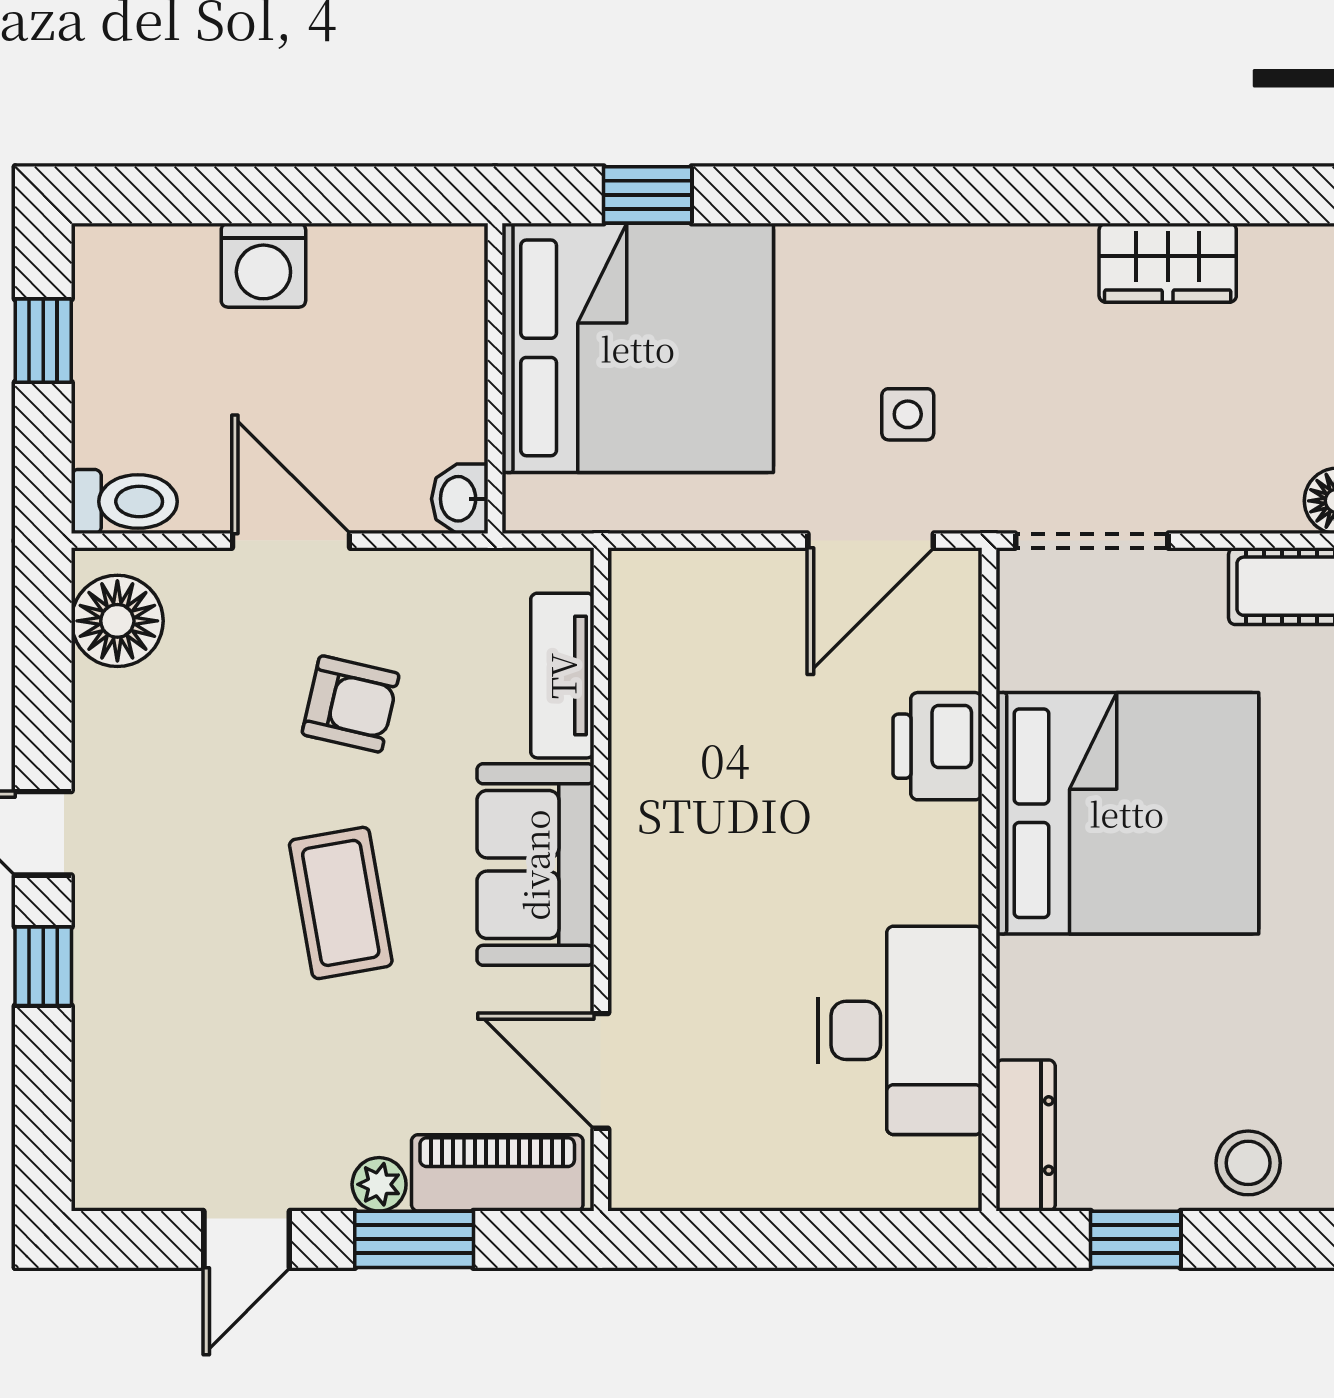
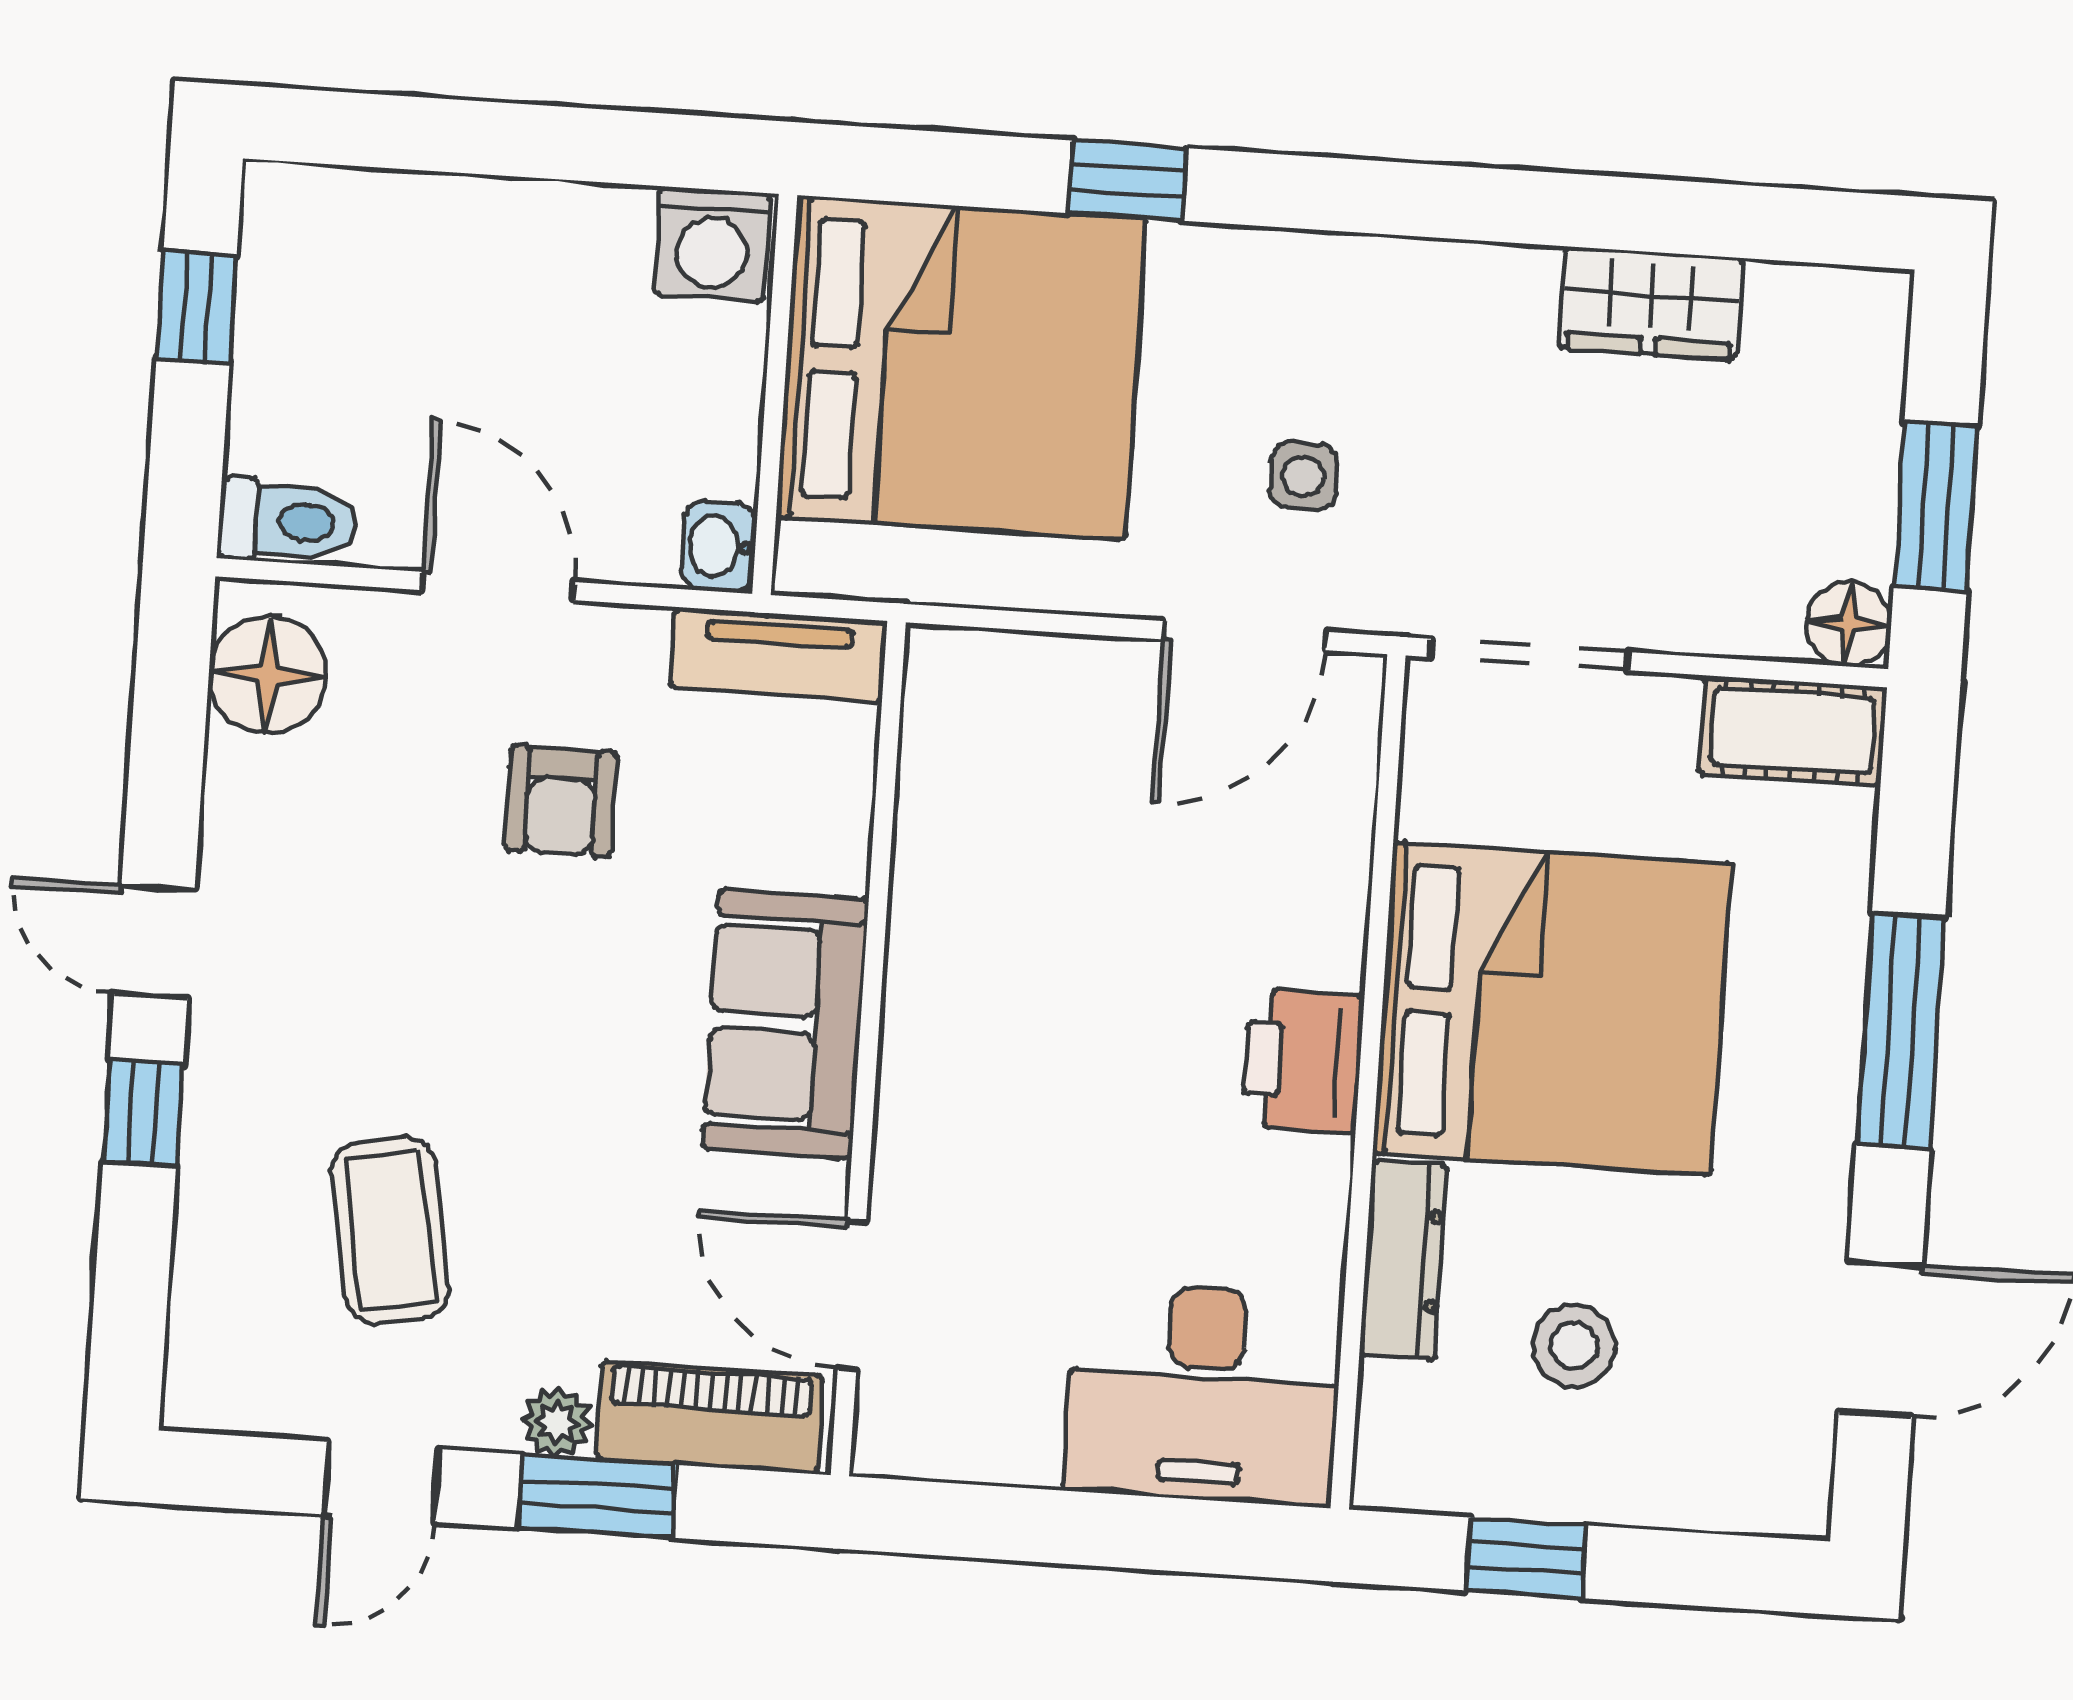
window: (648, 195) -> (1127, 181), moved
washing machine: (263, 265) -> (712, 244), moved
tv unit: (562, 676) -> (779, 655), moved, turned -90
armchair: (351, 704) -> (561, 801), turned 77
printer: (938, 746) -> (1303, 1061), moved
coffee table: (341, 903) -> (390, 1230), moved
desk: (900, 1030) -> (1203, 1394), moved, turned 90
dresser: (1026, 1136) -> (1404, 1260), moved
stool: (1248, 1163) -> (1574, 1346), moved

